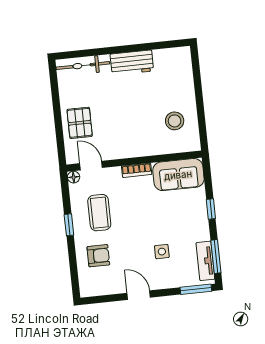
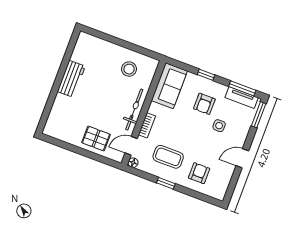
bicycle: (83, 66) -> (134, 110), moved, turned 180
bookcase: (137, 170) -> (147, 125), moved
armchair: (178, 223) -> (204, 104), added

